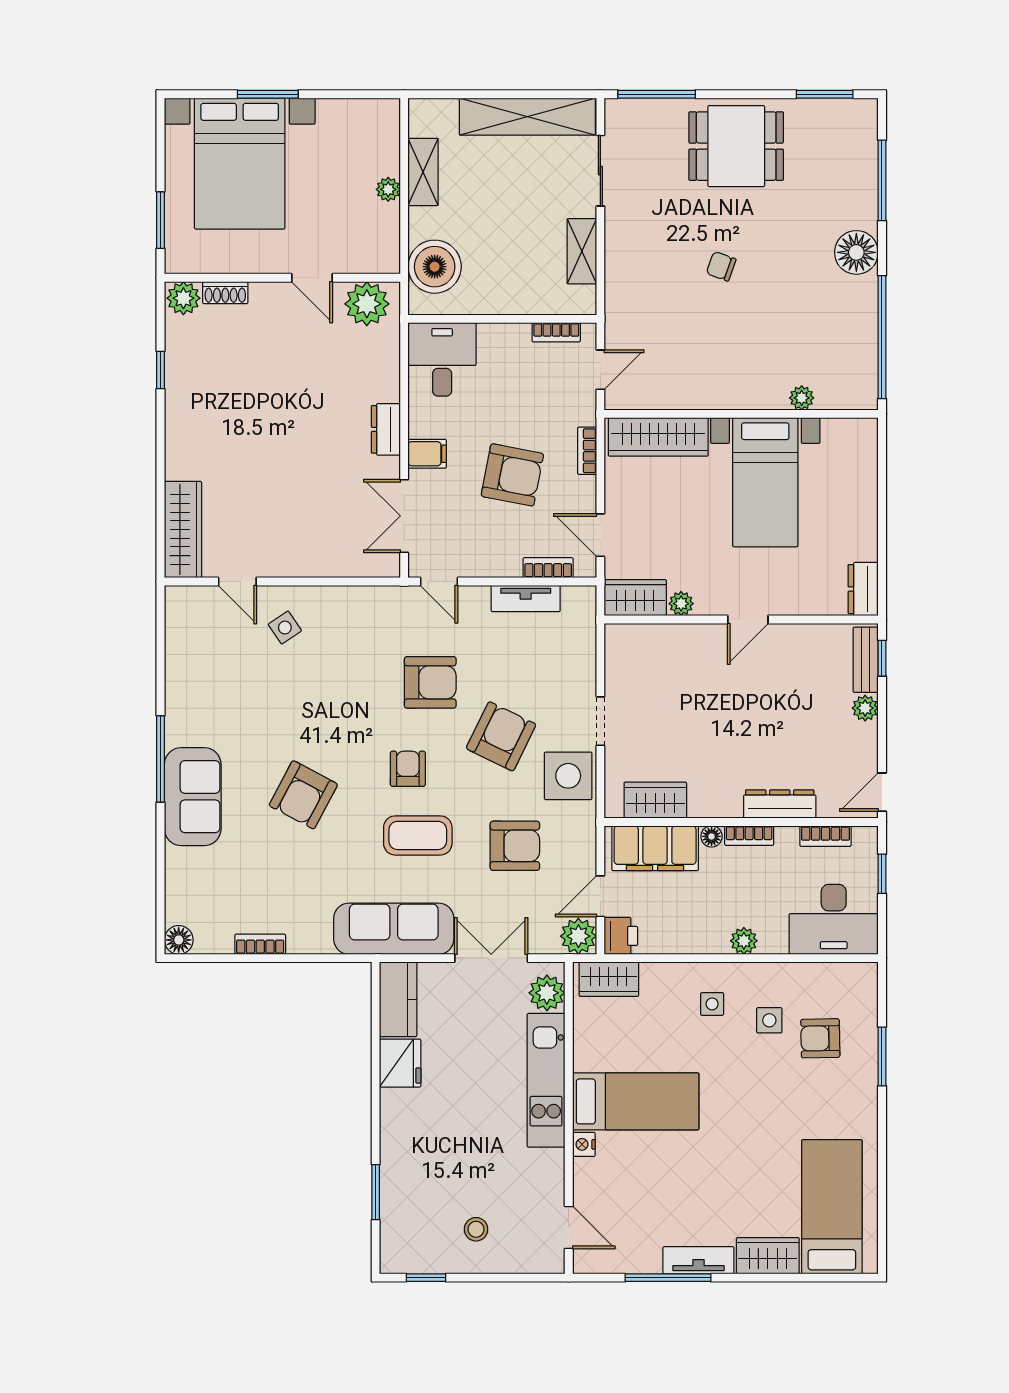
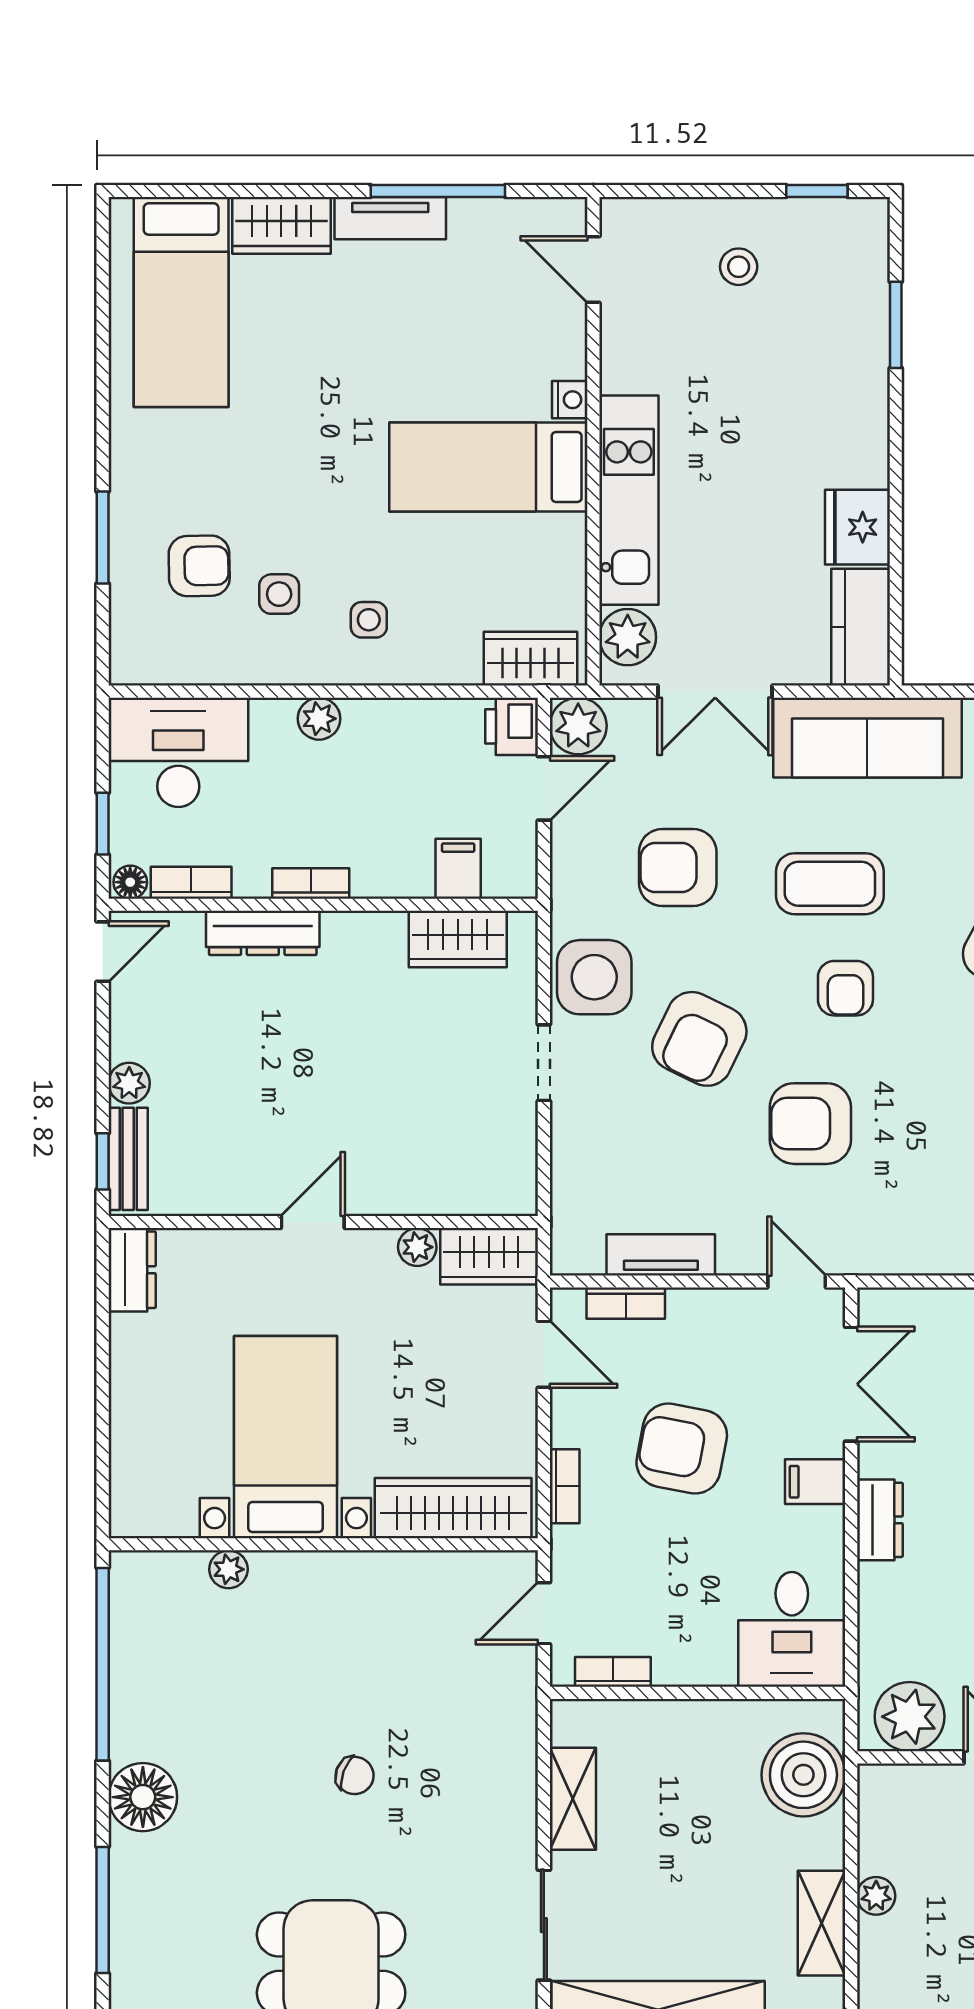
floor lamp: (712, 836) -> (130, 882), moved
filing cabinet: (655, 848) -> (458, 869), width x0.33, depth x0.86

